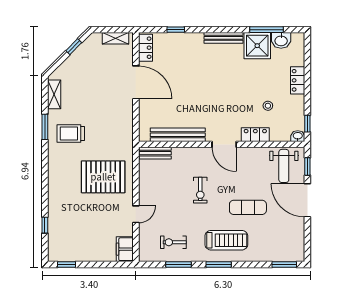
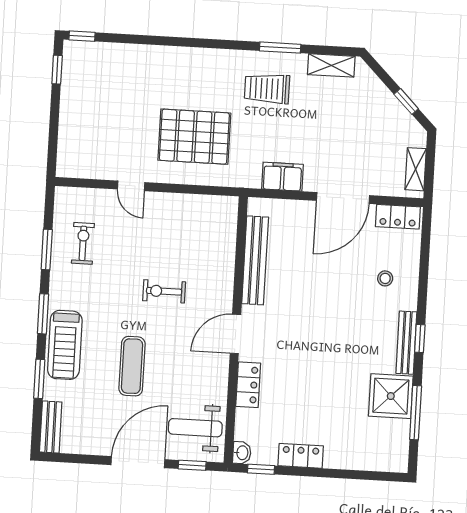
window: (176, 30) -> (420, 339), moved
washbasin: (281, 40) -> (397, 435), removed
locker: (298, 80) -> (301, 456), moved
stool: (268, 106) -> (385, 278), moved
trolley: (71, 133) -> (267, 89), turned -90
bench: (155, 153) -> (51, 427), moved
pallet: (103, 177) -> (194, 137), turned 90
window: (45, 225) -> (82, 36), moved
treadmill: (226, 240) -> (65, 345), moved
filing cabinet: (125, 249) -> (282, 177), moved
window: (284, 264) -> (39, 379), moved

